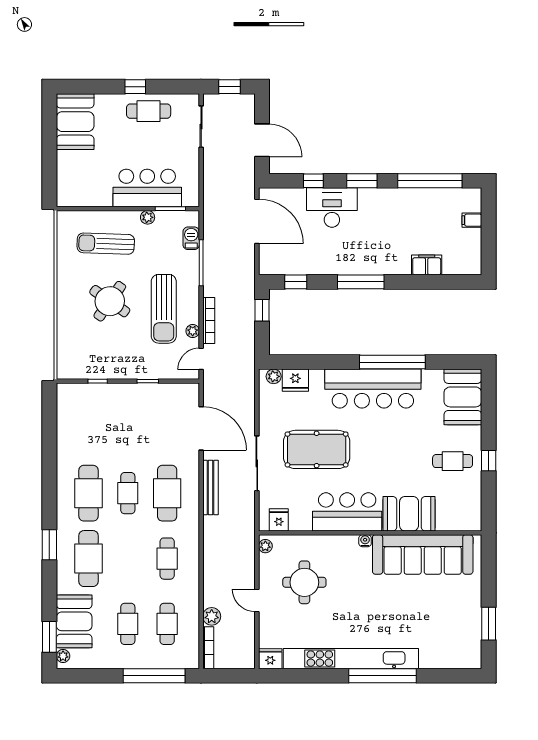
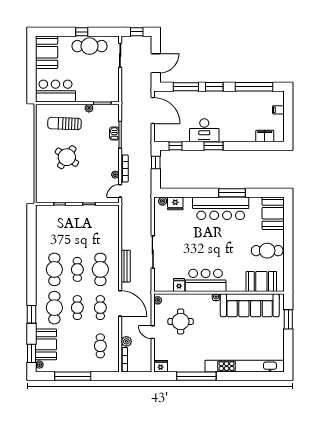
cafe table: (149, 111) -> (90, 46), width x1.37, depth x1.35
door: (262, 140) -> (156, 63), hinge flipped
window: (313, 181) -> (186, 87), width x2.17
bar counter: (147, 188) -> (55, 91), moved
desk: (332, 208) -> (204, 130), moved, turned 180
barbecue: (191, 238) -> (114, 133), moved
filing cabinet: (427, 265) -> (265, 136), moved
window: (361, 282) -> (214, 146), width x0.69
sun lounger: (164, 309) -> (98, 162), removed
window: (392, 362) -> (232, 193), width x0.68
door: (201, 428) -> (120, 303), moved
pool table: (317, 449) -> (188, 244), removed
cafe table: (453, 461) -> (267, 251), width x1.37, depth x1.35
window: (489, 461) -> (288, 250), removed
booth: (409, 514) -> (261, 281), moved
fridge: (279, 520) -> (179, 285), moved
window: (49, 545) -> (32, 314), moved
cafe table: (128, 624) -> (77, 308), moved
window: (489, 624) -> (288, 319), moved
kitchen unit: (351, 659) -> (245, 366), moved
window: (154, 676) -> (73, 376), moved
window: (382, 676) -> (196, 376), moved

